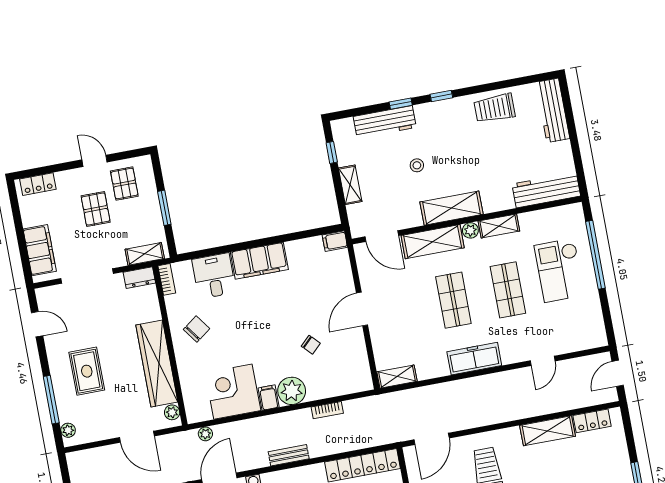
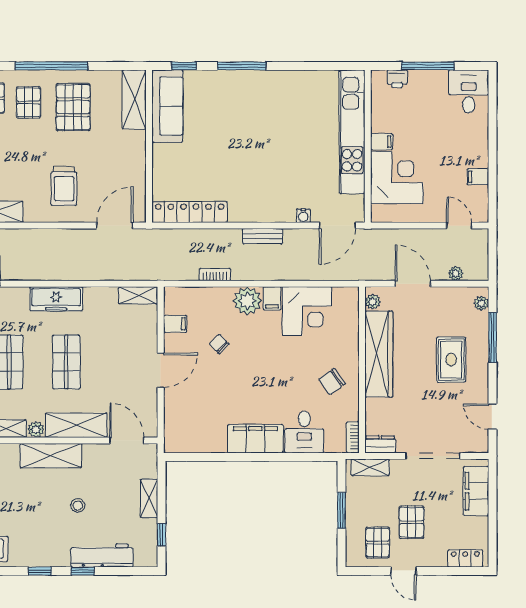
filing cabinet: (335, 241) -> (175, 324), moved
plant: (205, 434) -> (456, 274), moved

